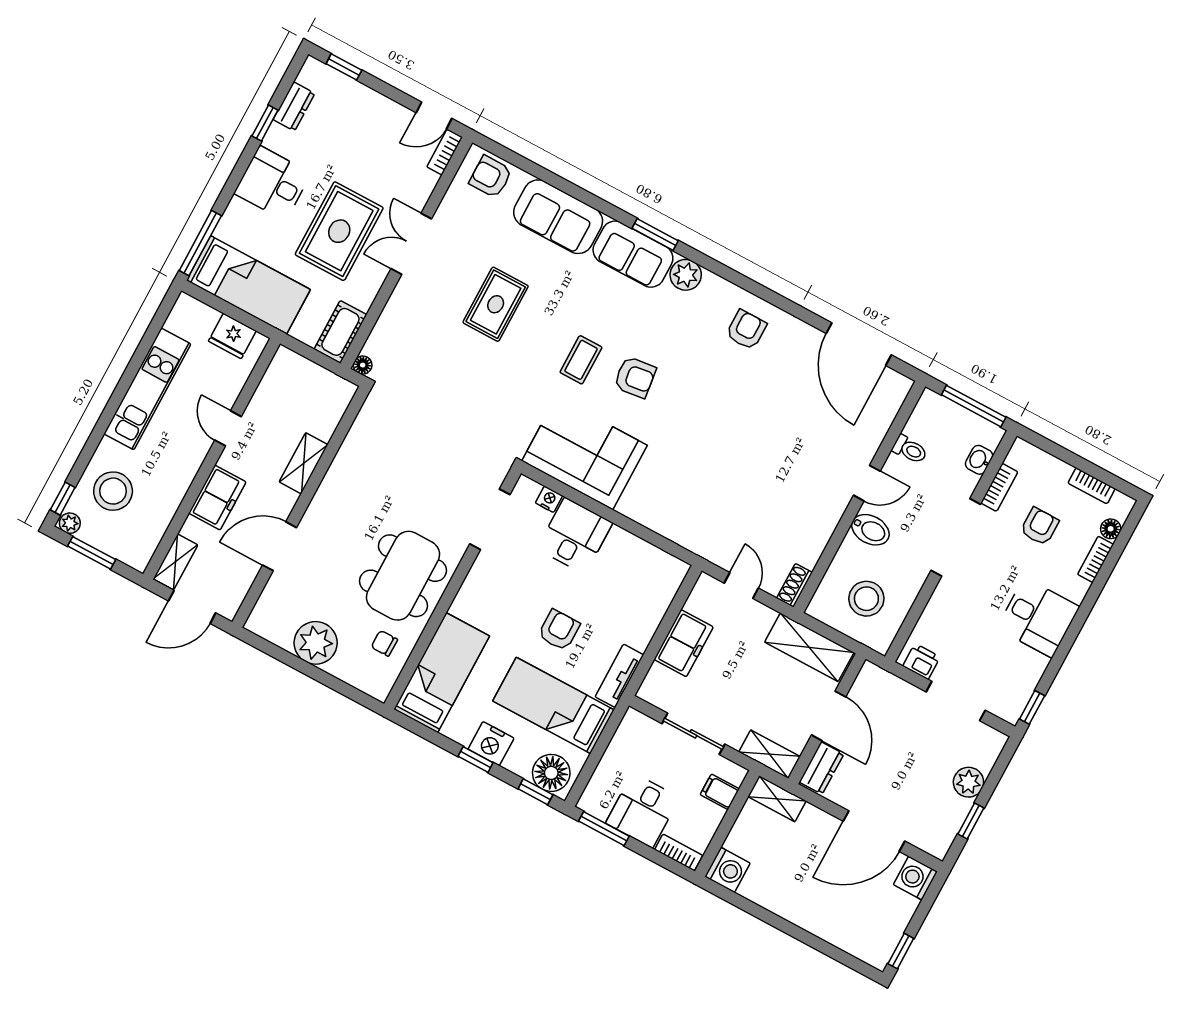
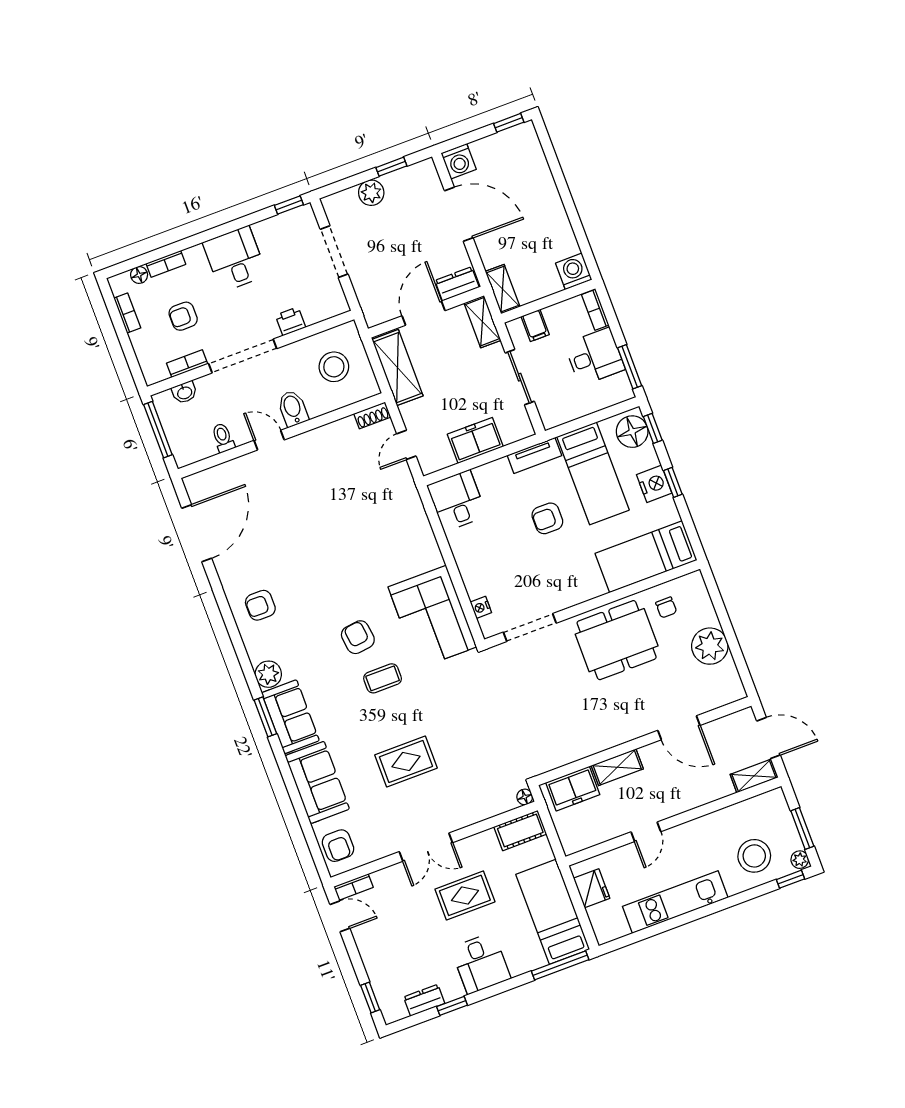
rug: (339, 231) -> (465, 895), width x0.73, depth x0.70
freezer: (217, 498) -> (573, 789), moved, turned 180
desk: (575, 536) -> (457, 501), moved, turned 90
printer: (921, 661) -> (291, 321), moved, turned 90

